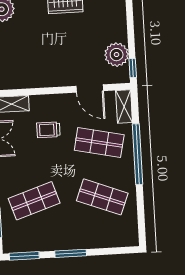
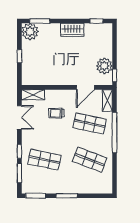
door: (90, 88) -> (85, 87), hinge flipped
shop shelf: (34, 201) -> (44, 160), turned 30

